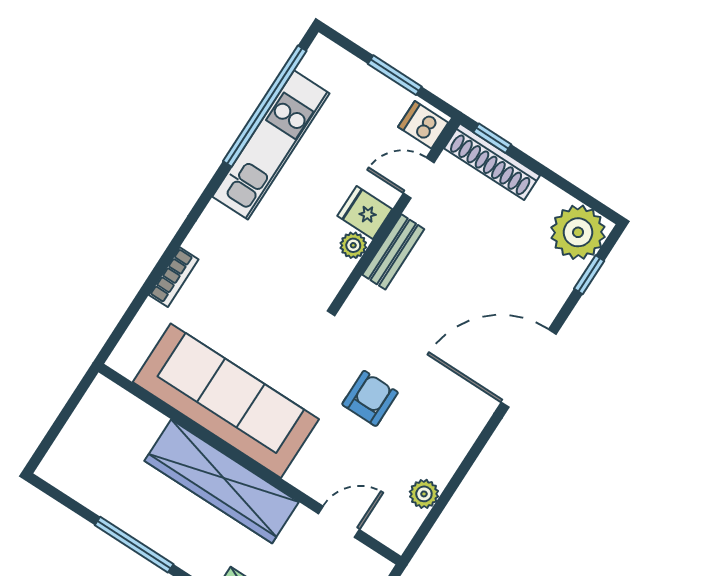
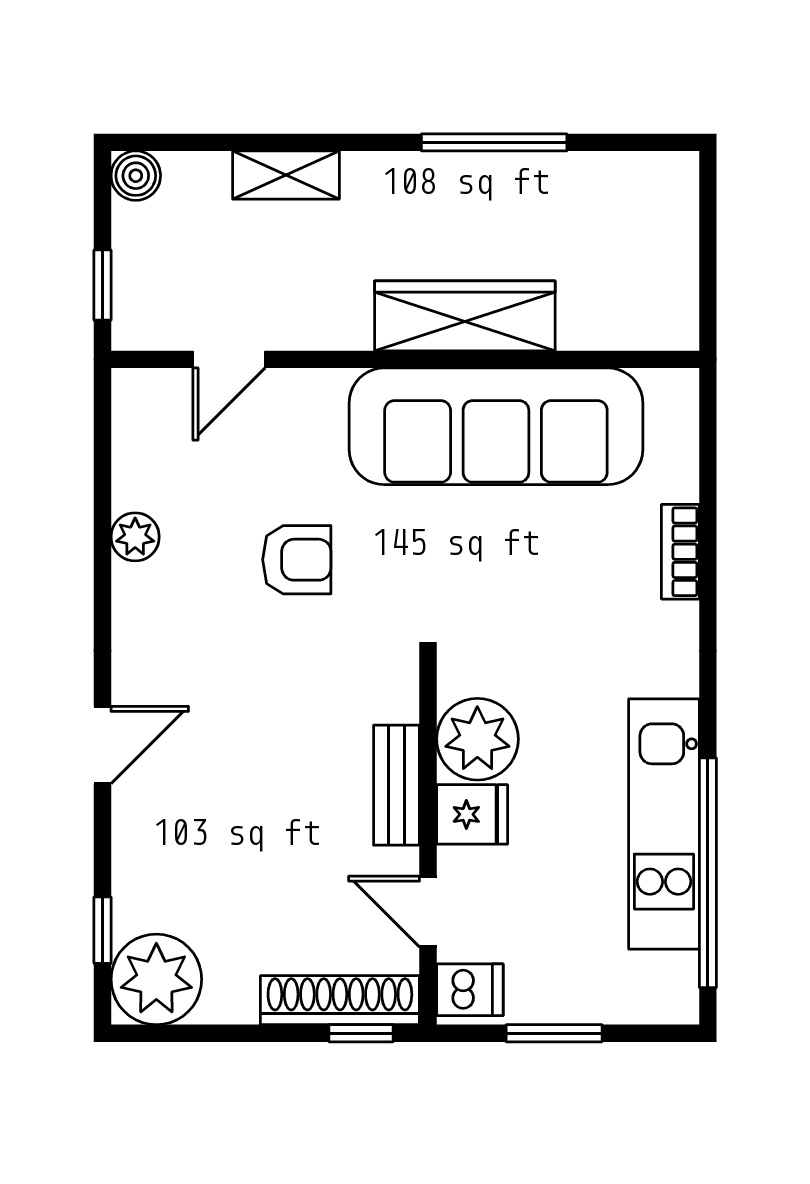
door: (419, 178) -> (428, 911), swing flipped
plant: (353, 245) -> (477, 739), width x1.87, depth x1.87
door: (529, 368) -> (102, 745), width x0.53
armchair: (370, 398) -> (297, 560), turned -90
wardrobe: (222, 481) -> (465, 316), width x0.71, depth x0.85
plant: (424, 494) -> (135, 537), moved

